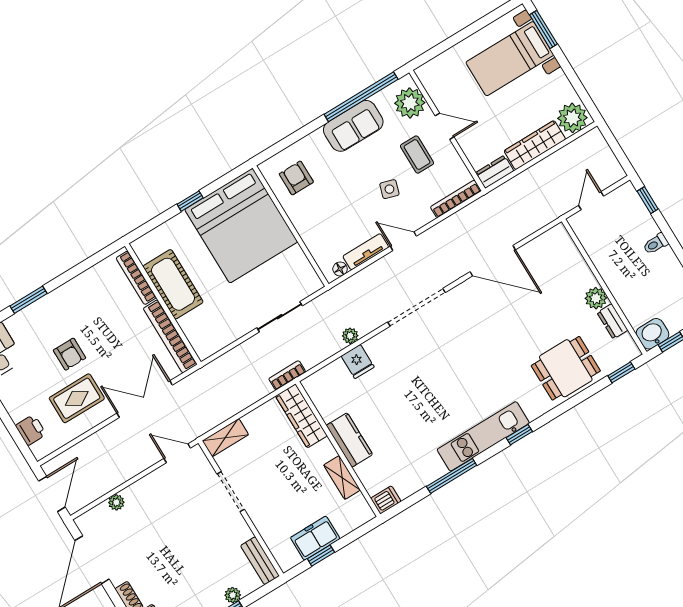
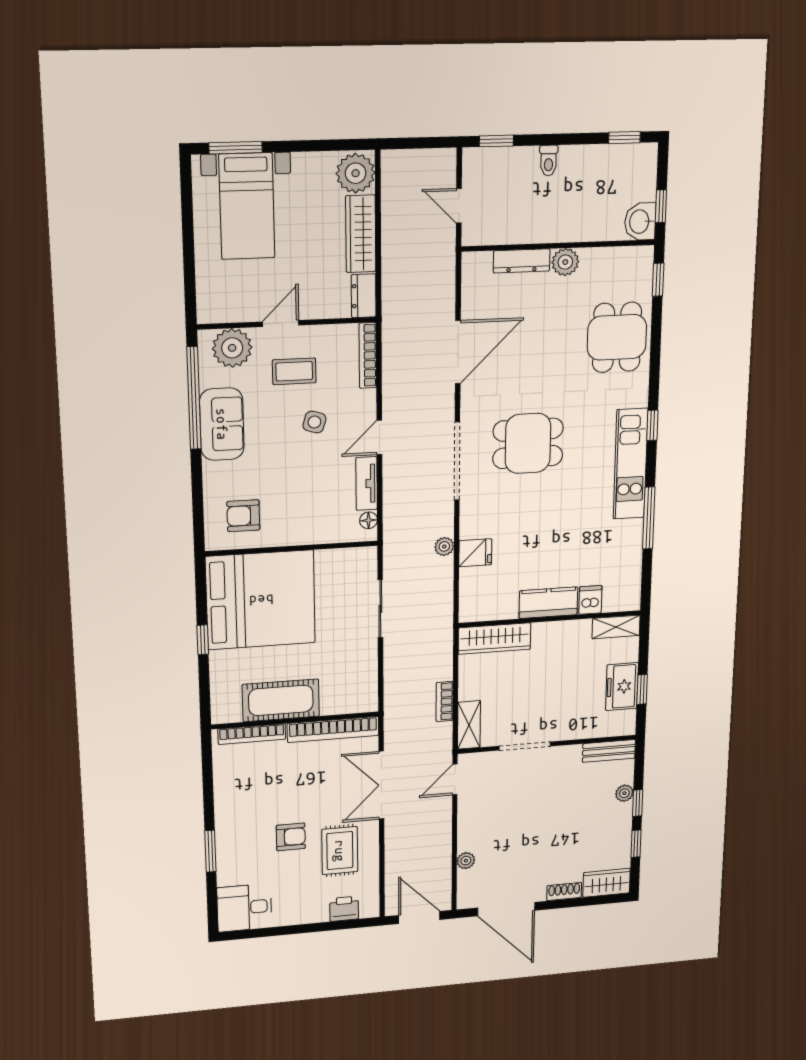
dresser: (613, 321) -> (522, 261), moved, width x1.44
dining table: (457, 351) -> (528, 443), added
bookcase: (287, 375) -> (445, 701), moved
shelving: (342, 478) -> (616, 627), moved
dishwasher: (386, 500) -> (590, 600), moved

